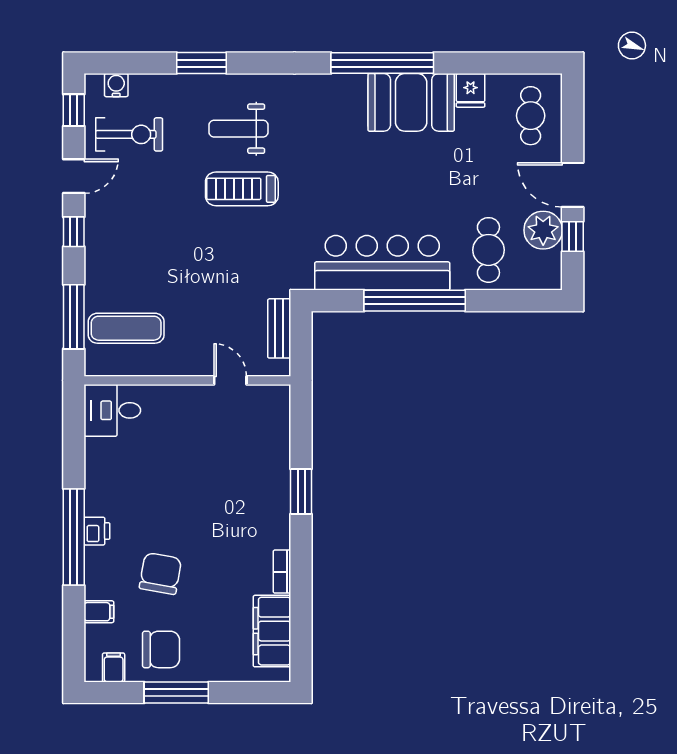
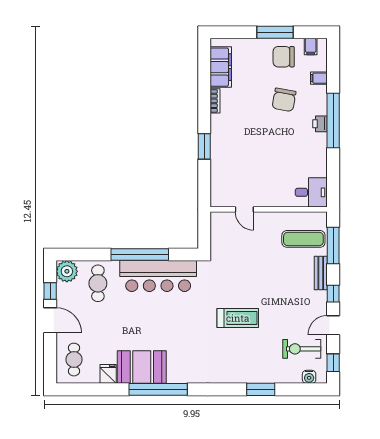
weight bench: (239, 129) -> (240, 352), removed
plant: (543, 230) -> (67, 271), moved
bench: (279, 328) -> (321, 273), moved

